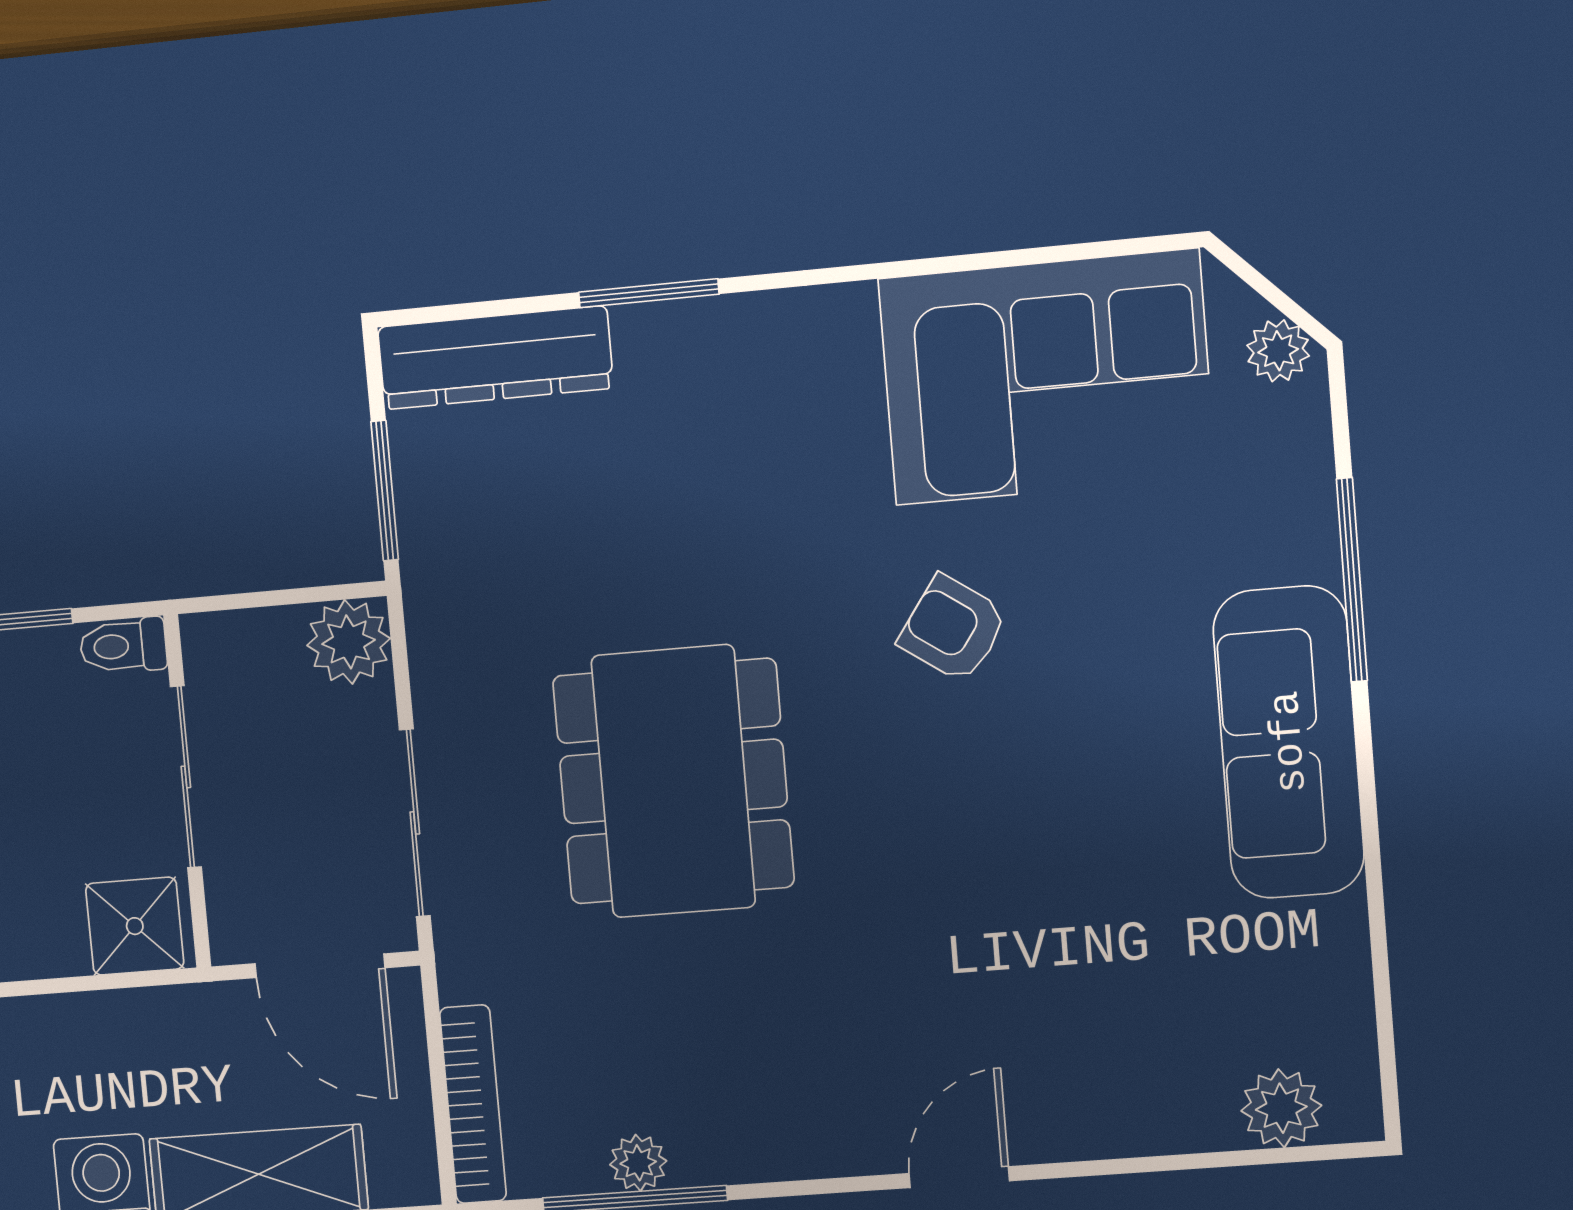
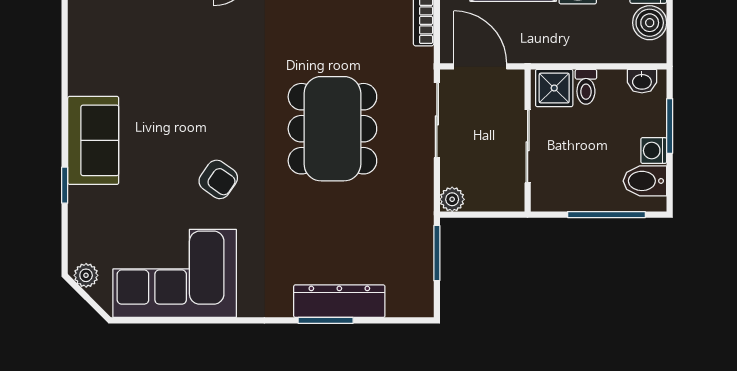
dresser: (495, 358) -> (339, 301), moved
window: (1352, 580) -> (65, 185), width x0.46
plant: (349, 642) -> (452, 199), width x0.73, depth x0.73
toilet: (123, 646) -> (586, 87), moved, turned 90
sofa: (1289, 742) -> (93, 140), width x0.73

